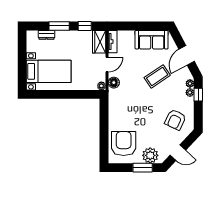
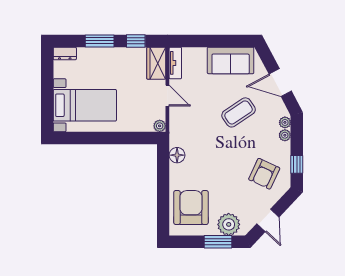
dresser: (47, 35) -> (65, 53), moved
door: (187, 55) -> (280, 83), hinge flipped
door: (107, 65) -> (167, 96), hinge flipped
floor lamp: (114, 83) -> (177, 155), moved
window: (198, 95) -> (297, 164), moved
door: (178, 153) -> (268, 220), hinge flipped

